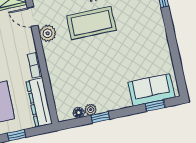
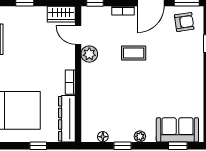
coffee table: (91, 23) -> (134, 53), width x0.54, depth x0.58
plant: (91, 110) -> (140, 136), moved

